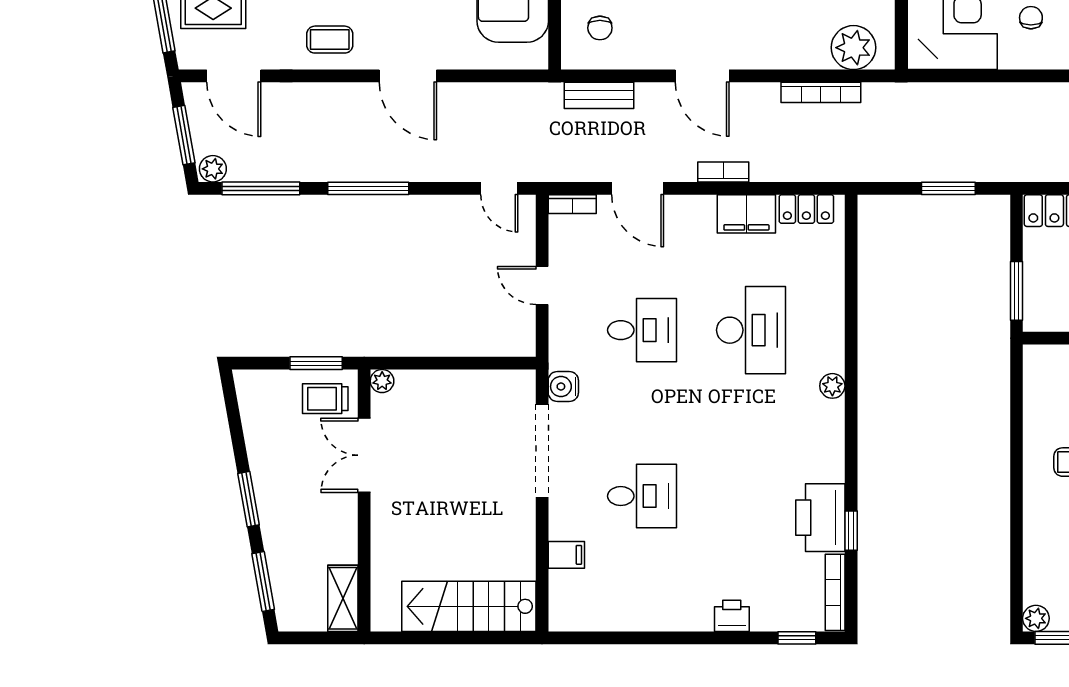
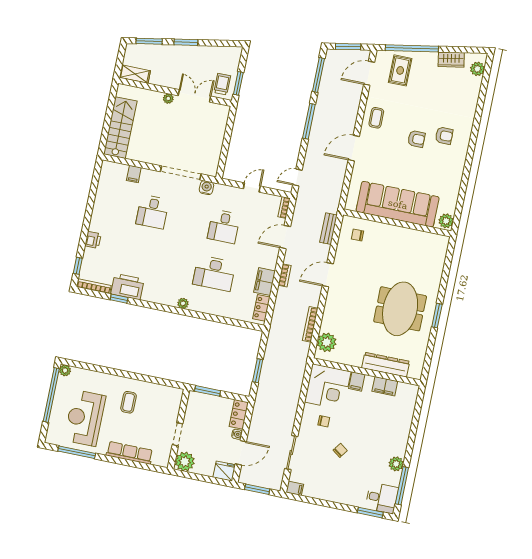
plant: (213, 169) -> (331, 56), removed
plant: (382, 381) -> (168, 99), moved

